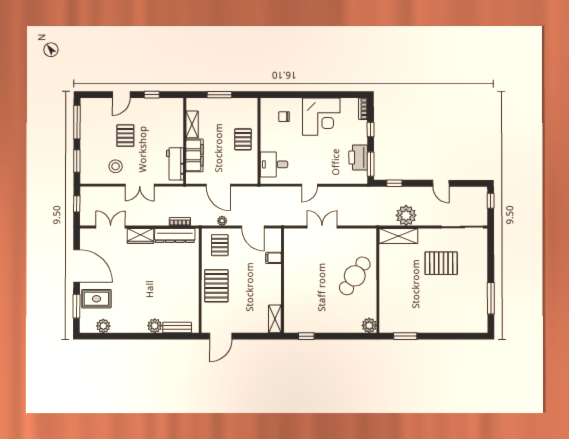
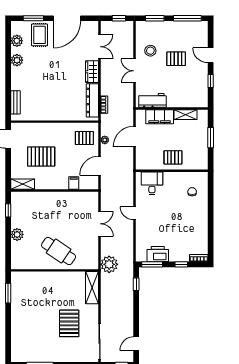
corner desk: (321, 117) -> (192, 223), removed
door: (441, 183) -> (136, 344), moved
plant: (406, 215) -> (109, 264), moved
pallet: (216, 286) -> (41, 156), moved
plant: (369, 325) -> (17, 234), moved
plant: (155, 326) -> (17, 60), moved

